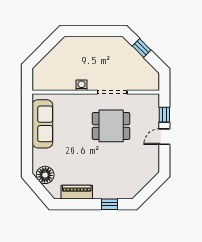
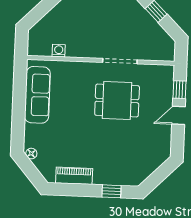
washing machine: (81, 85) -> (59, 51), moved
floor lamp: (45, 175) -> (31, 154), width x0.53, depth x0.53

